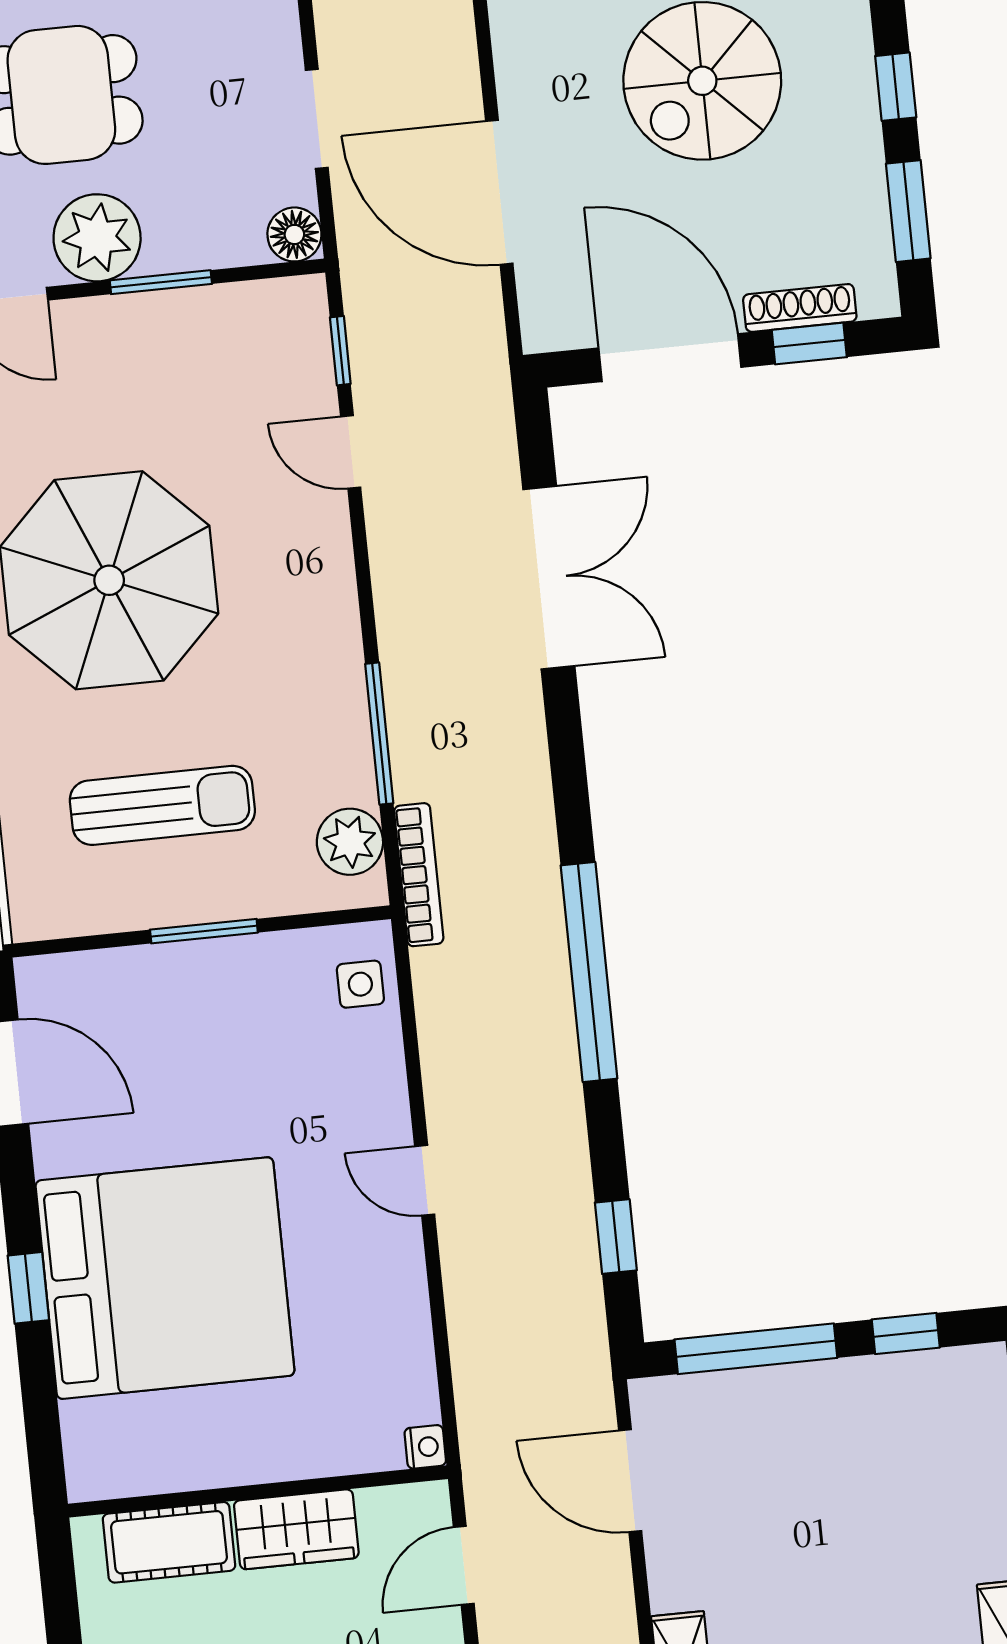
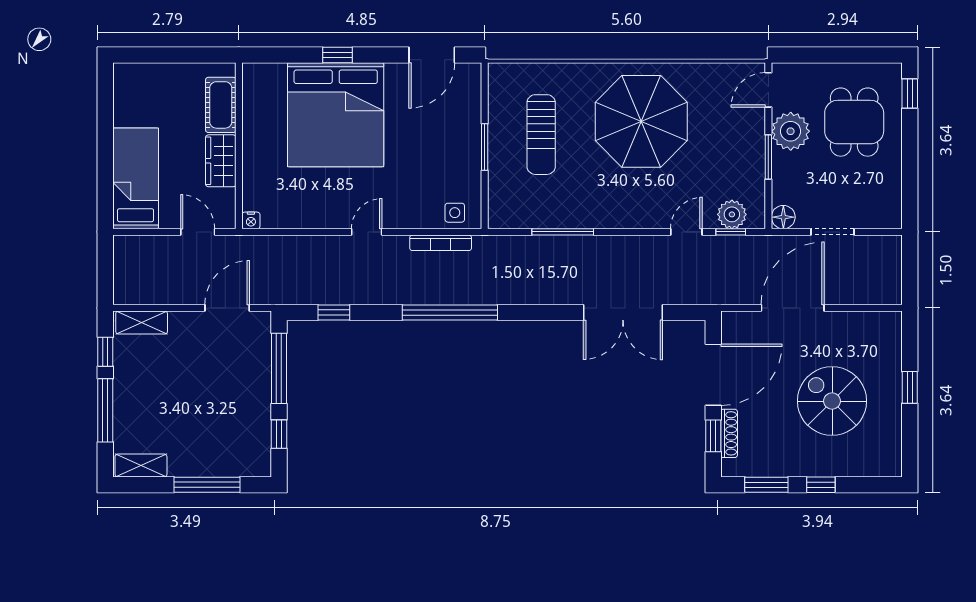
plant: (350, 842) -> (732, 214), moved
bookcase: (419, 875) -> (441, 243), moved

